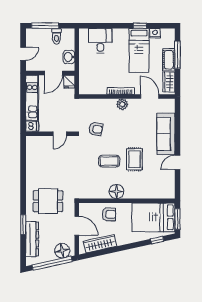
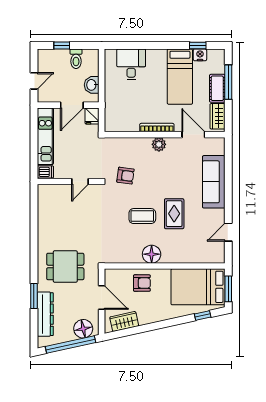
window: (45, 26) -> (62, 46), width x0.46
window: (140, 26) -> (198, 46), moved
door: (177, 162) -> (228, 232), moved
wardrobe: (100, 244) -> (124, 321), width x0.67

